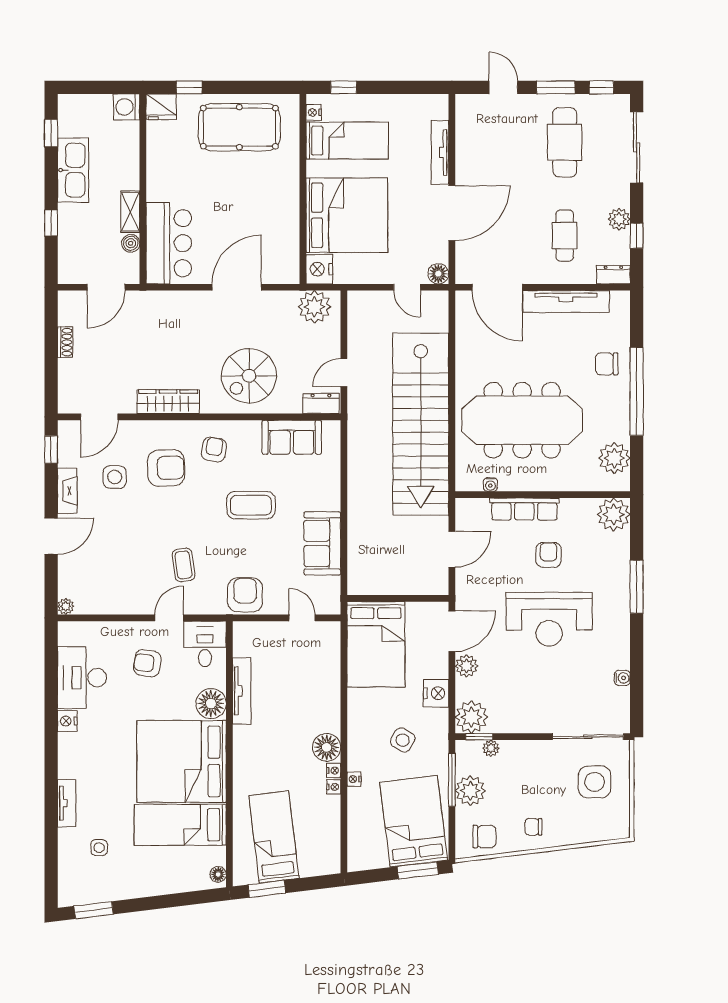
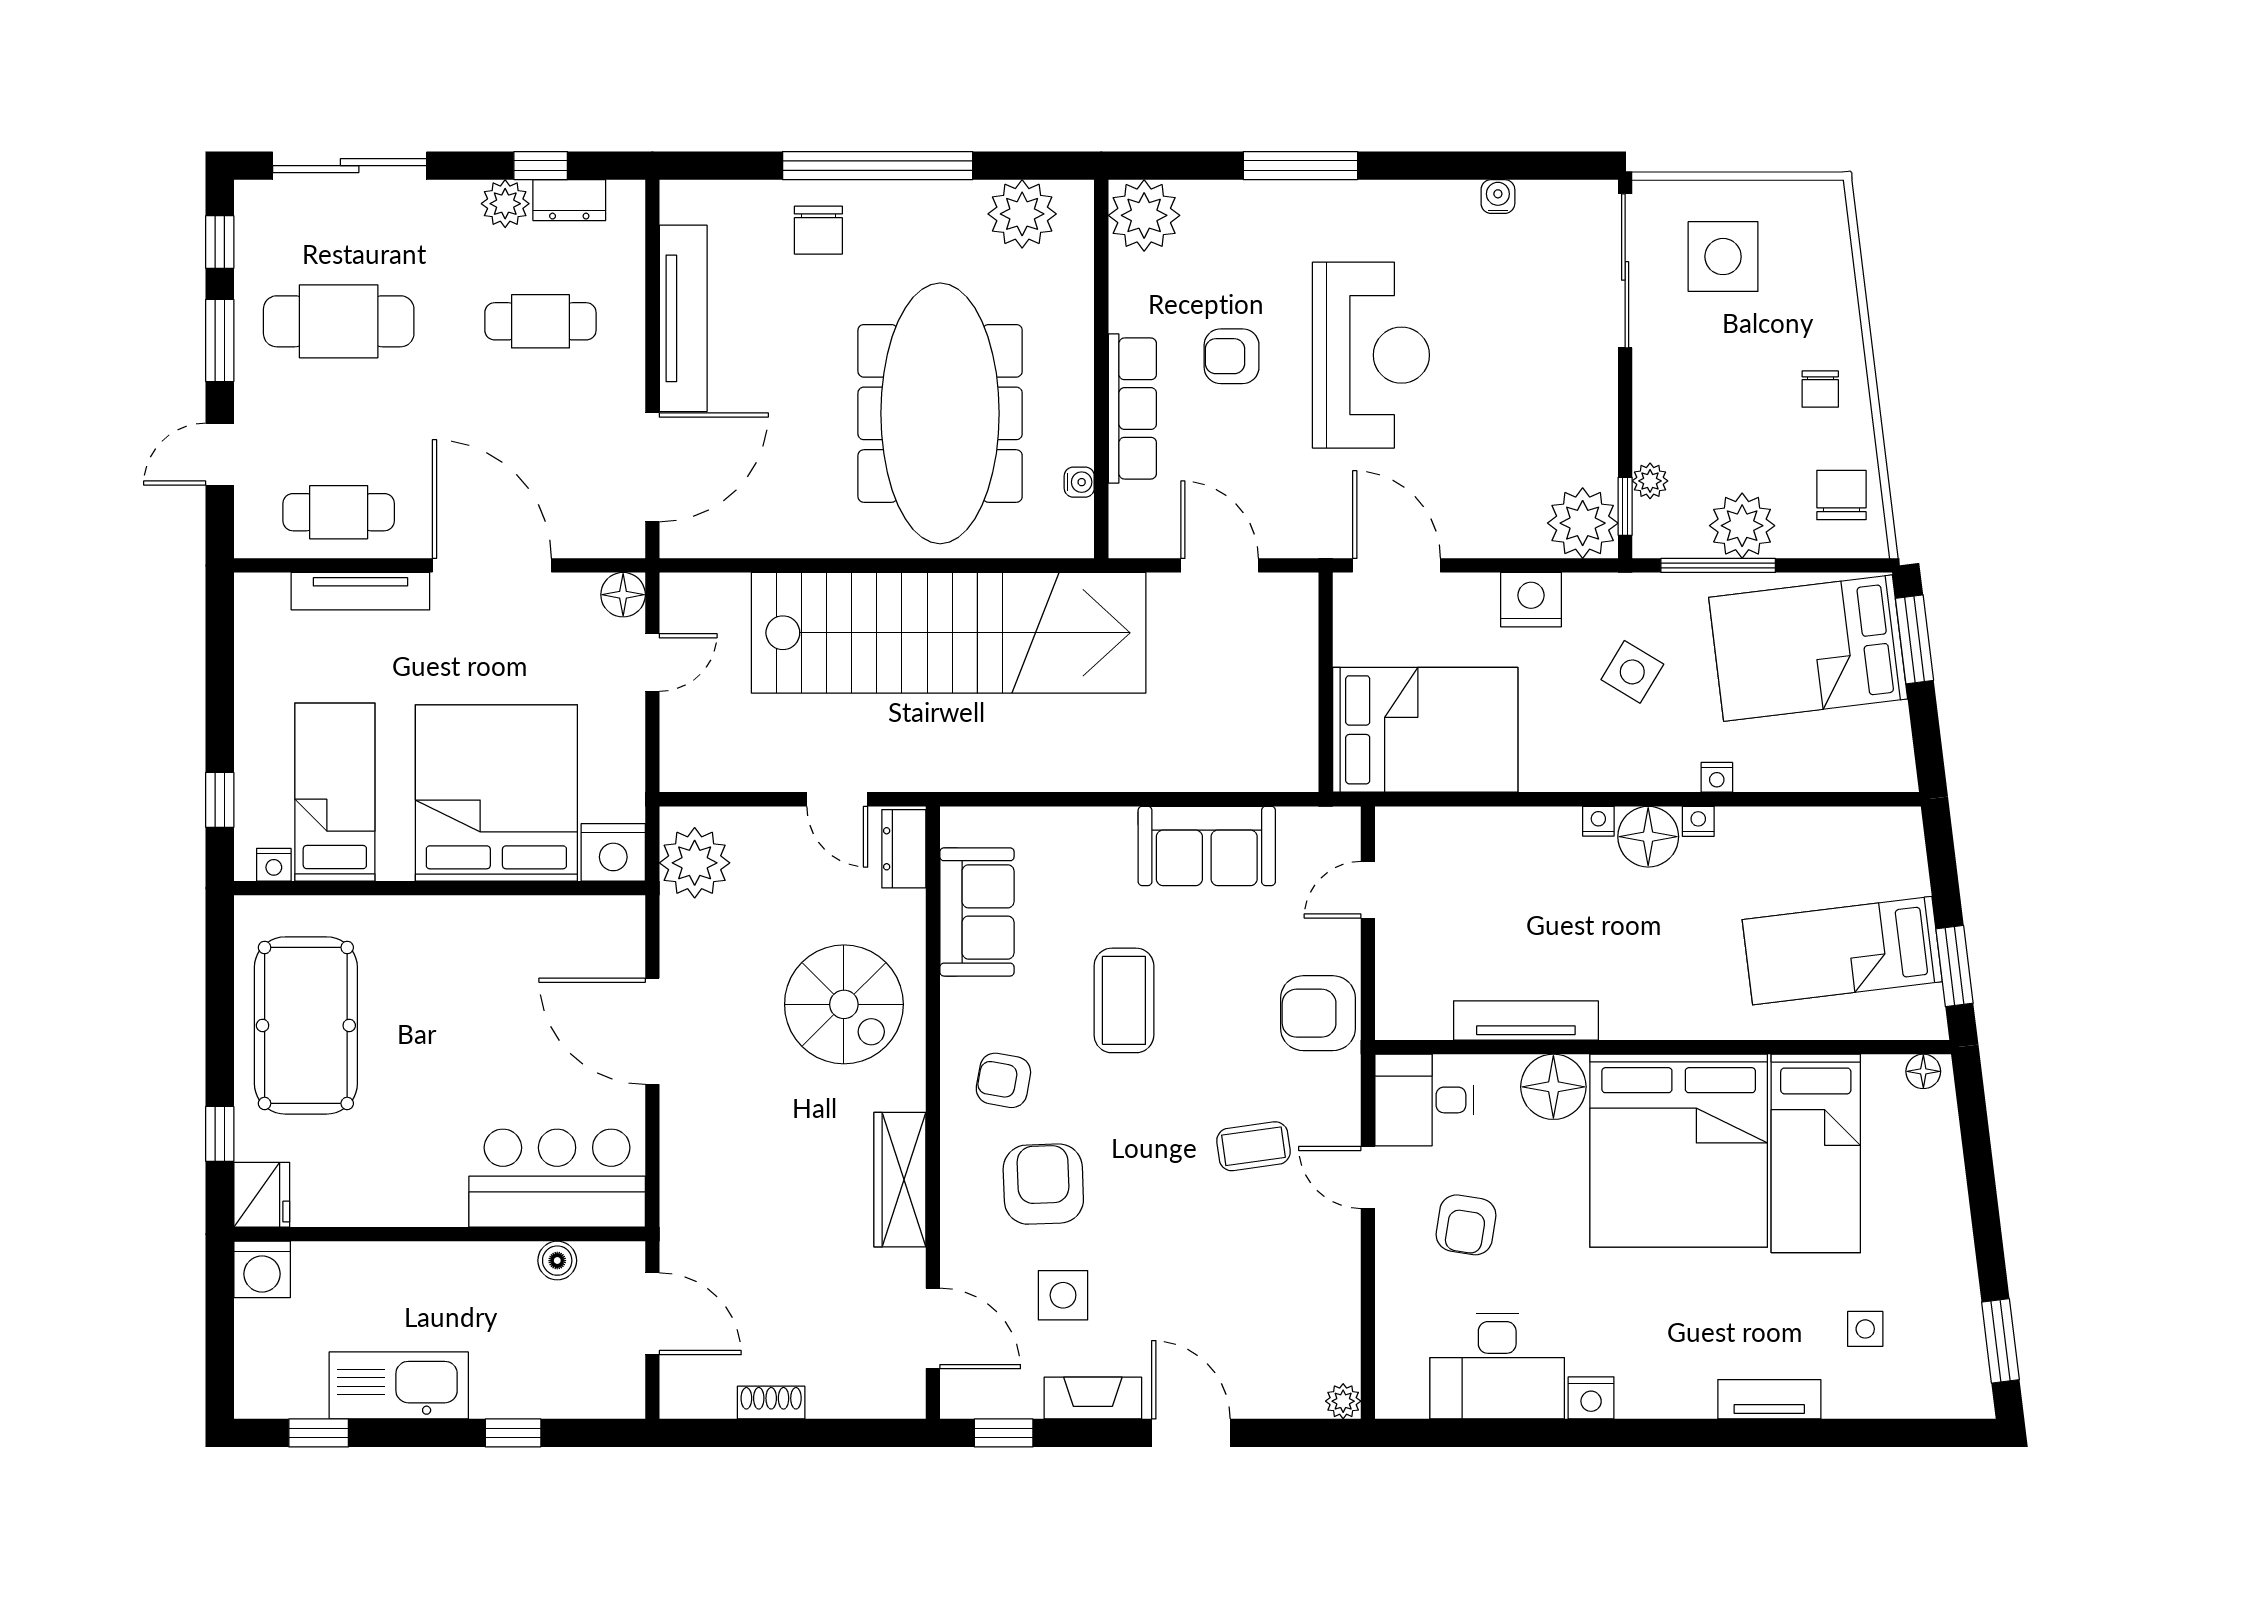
cafe table: (476, 142) -> (339, 512), added
shelving: (130, 212) -> (489, 1262), removed
dresser: (613, 275) -> (569, 200), moved, turned -90
plant: (466, 666) -> (1472, 534), removed
nightstand: (334, 787) -> (1598, 821), moved

